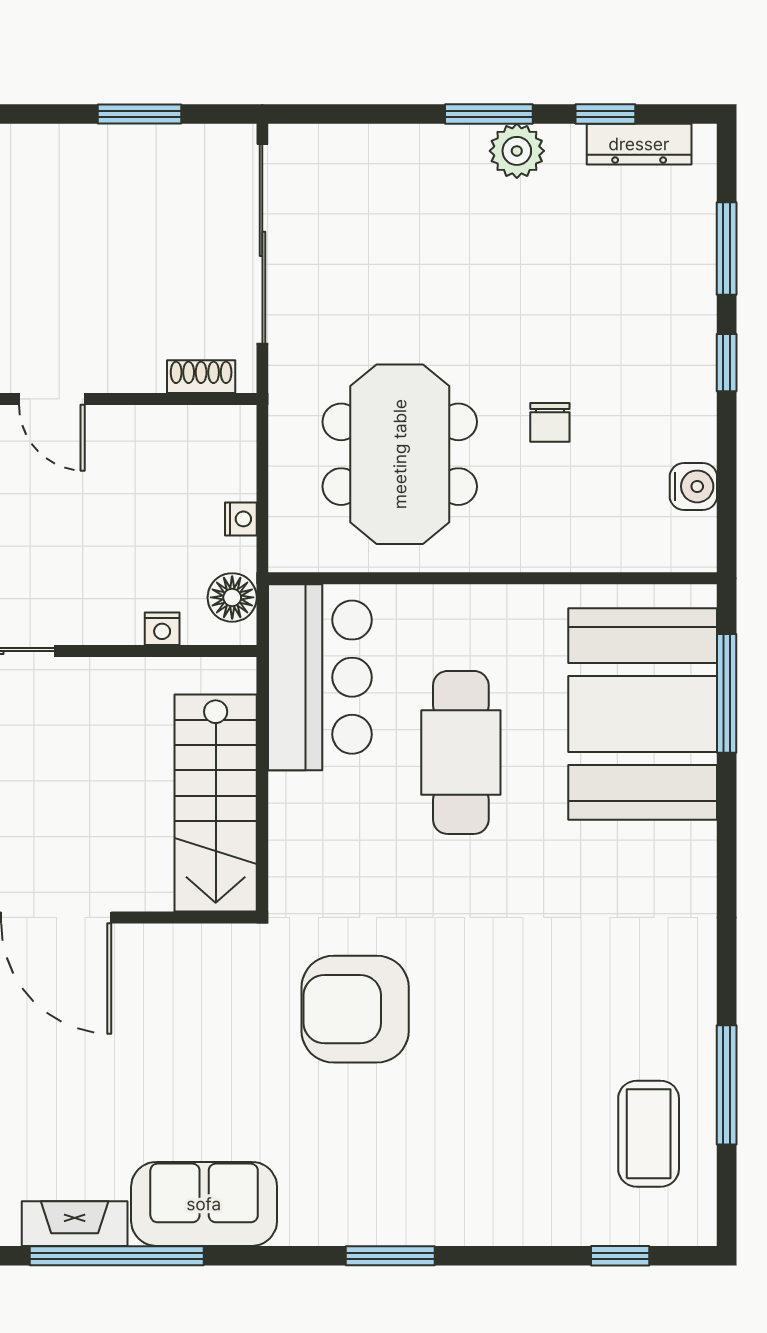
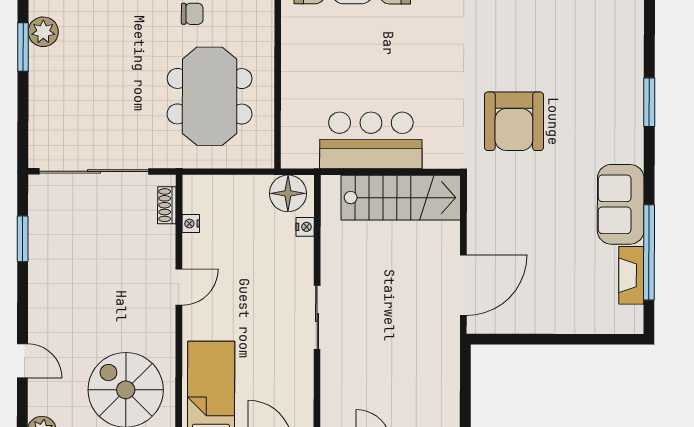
meeting table: (400, 454) -> (210, 96), turned 90
nightstand: (241, 519) -> (191, 224), moved, turned -90
floor lamp: (232, 597) -> (288, 193), width x1.38, depth x1.38
bar counter: (320, 677) -> (371, 140), moved
cafe table: (461, 752) -> (373, 63), removed

